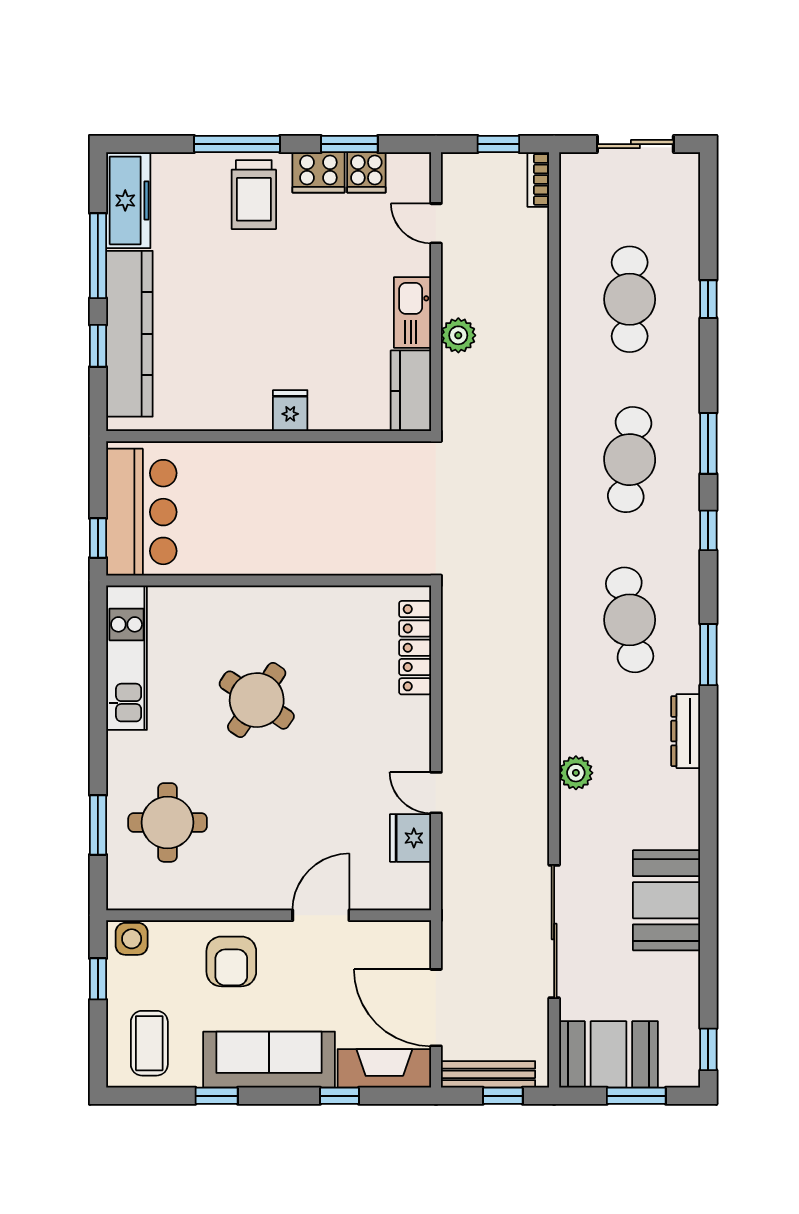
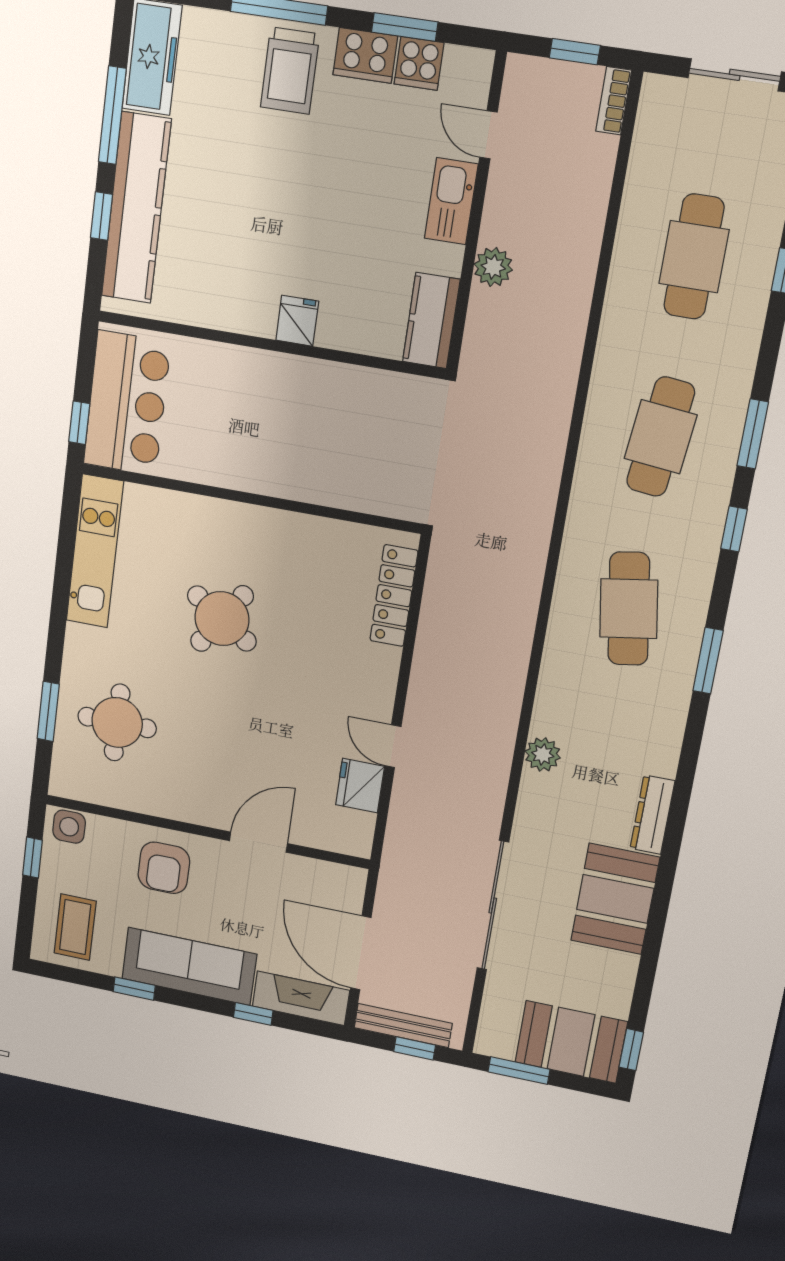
kitchen sink: (412, 313) -> (451, 201), moved
dresser: (686, 731) -> (652, 815), moved
booth: (608, 1054) -> (571, 1042), moved
window: (636, 1096) -> (519, 1071), moved

